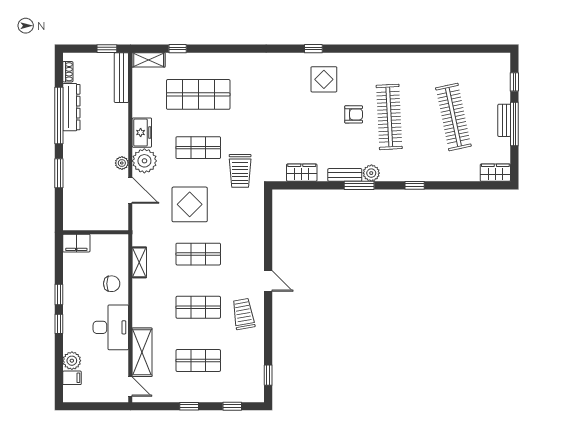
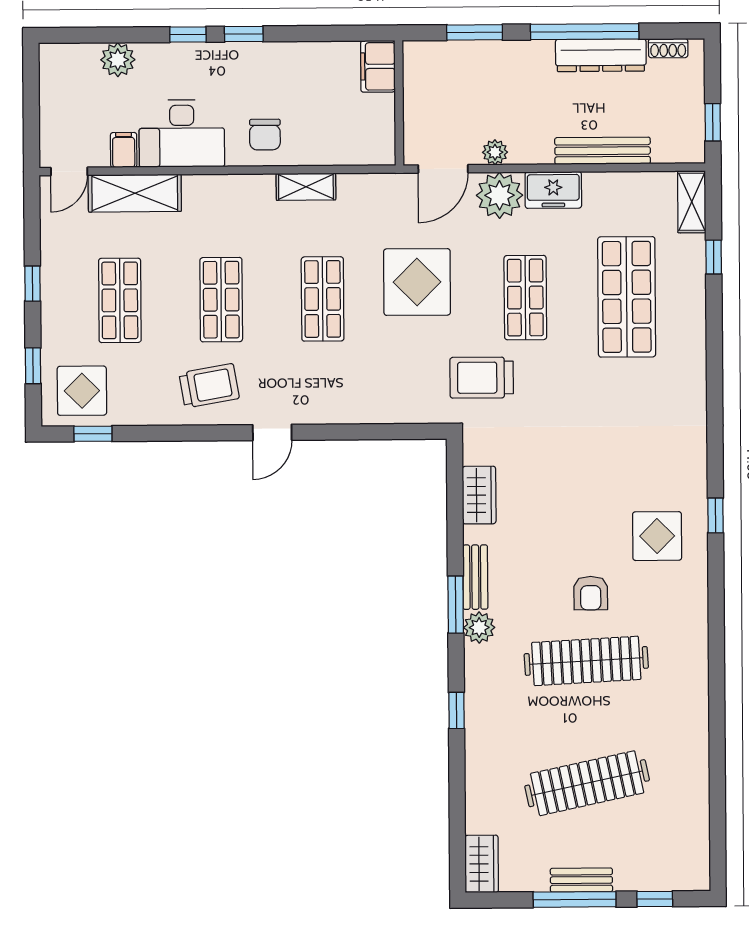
bench: (121, 78) -> (603, 151), moved
wall: (96, 232) -> (399, 103), moved
filing cabinet: (76, 243) -> (378, 66), moved
filing cabinet: (72, 378) -> (124, 150), moved, turned 180
display table: (245, 381) -> (82, 391), added

